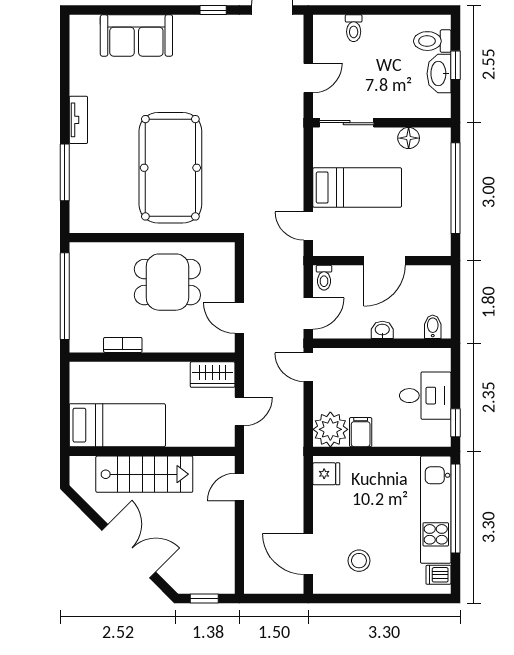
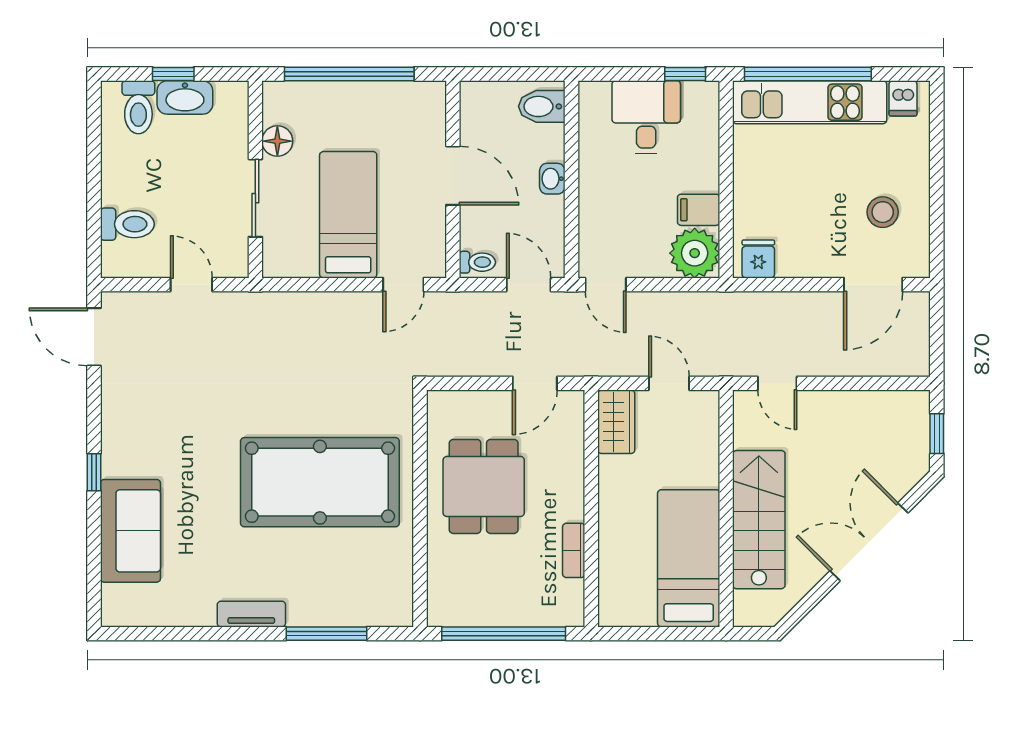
window: (213, 10) -> (94, 472), moved
toilet: (354, 28) -> (127, 224), width x1.37, depth x1.39
sliding door: (347, 123) -> (255, 198), moved
bidet: (433, 327) -> (542, 106), width x1.38, depth x1.36
door: (308, 367) -> (606, 285), hinge flipped

